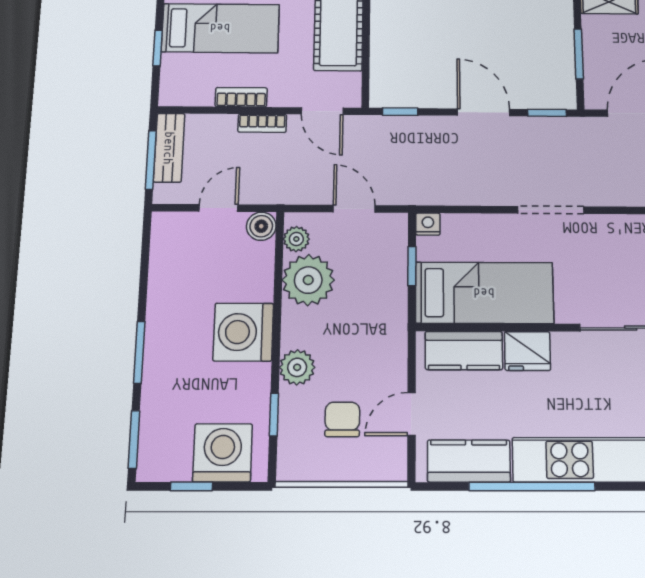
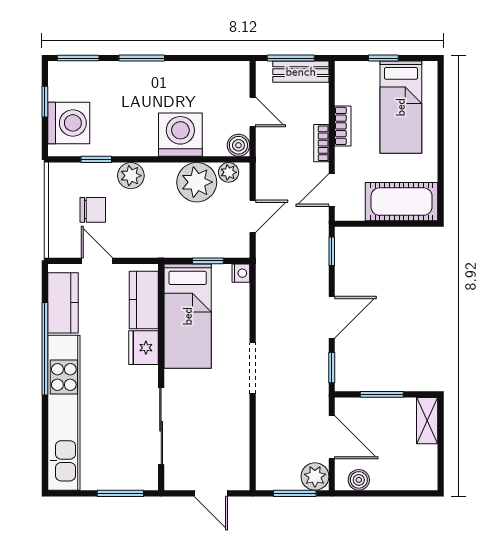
washing machine: (243, 332) -> (180, 135), moved

